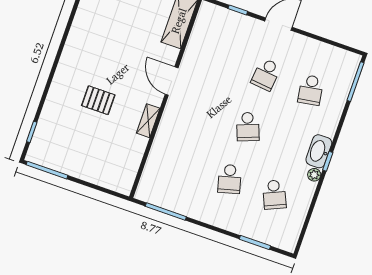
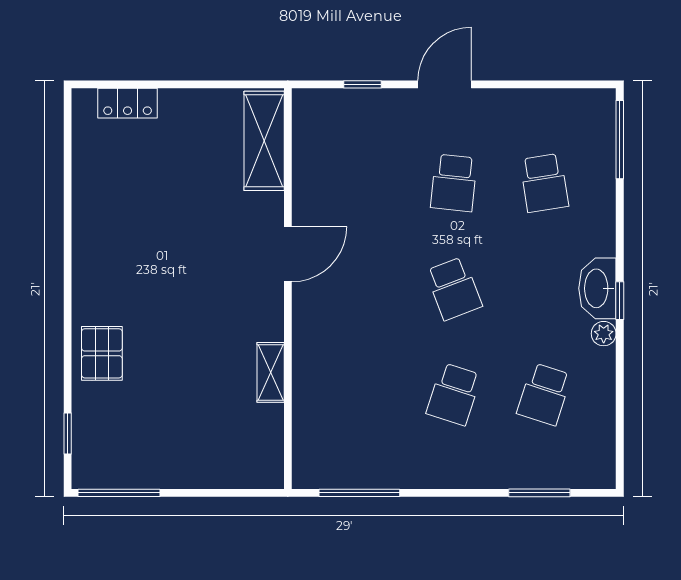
door: (172, 81) -> (288, 254), swing flipped
pallet: (98, 100) -> (102, 353), moved, turned 90
shelving: (148, 121) -> (271, 372), moved
school desk: (230, 179) -> (454, 394), turned 33
school desk: (274, 195) -> (544, 394), turned 42

